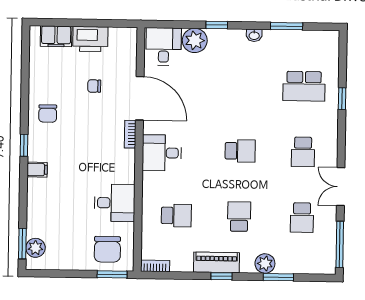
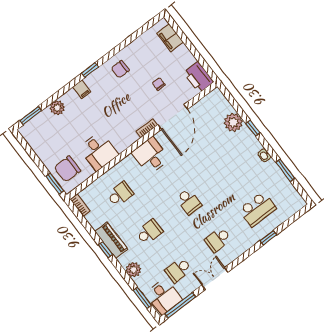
printer: (90, 39) -> (199, 77), moved
desk: (164, 46) -> (164, 296), moved, turned 90
school desk: (304, 86) -> (258, 209), turned -90
school desk: (176, 216) -> (120, 194), turned -90
plant: (35, 248) -> (57, 108), moved
window: (278, 277) -> (142, 298), moved

